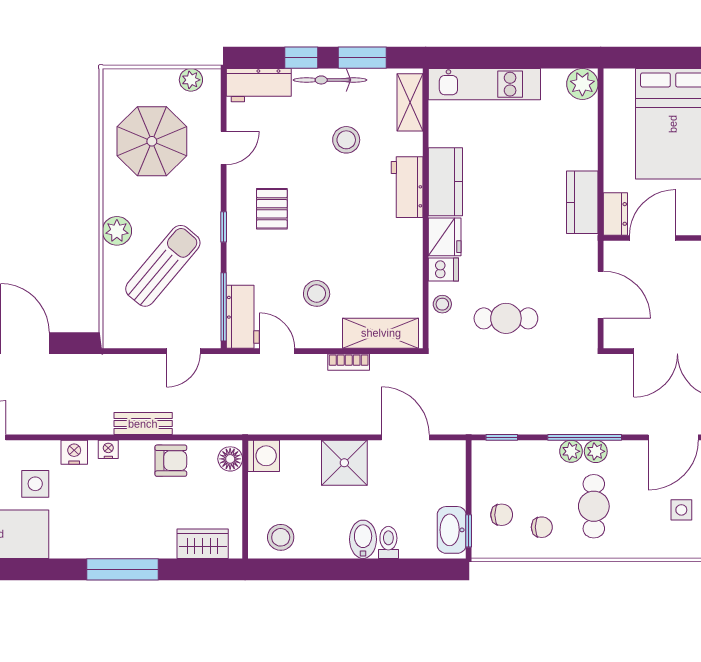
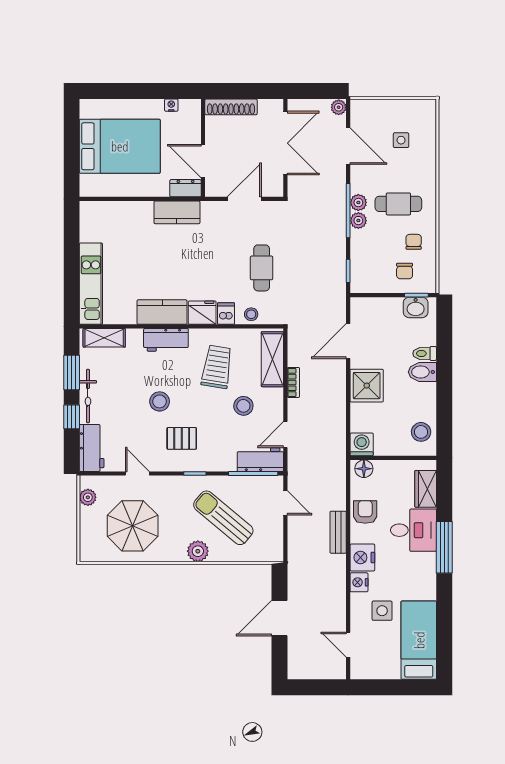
plant: (582, 84) -> (91, 212), removed
stool: (346, 140) -> (160, 401), moved
trolley: (370, 257) -> (217, 367), added
nightstand: (108, 449) -> (362, 558), width x1.89, depth x1.79
chair: (502, 515) -> (405, 271), turned 180
desk: (146, 527) -> (414, 530), added
washbasin: (452, 530) -> (416, 307), width x0.72

